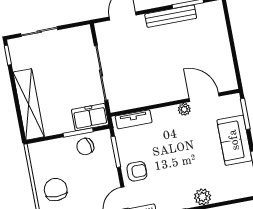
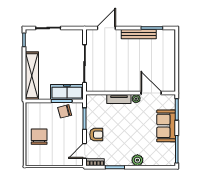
freezer: (90, 117) -> (67, 92), width x1.40
tv unit: (134, 119) -> (119, 99), moved

